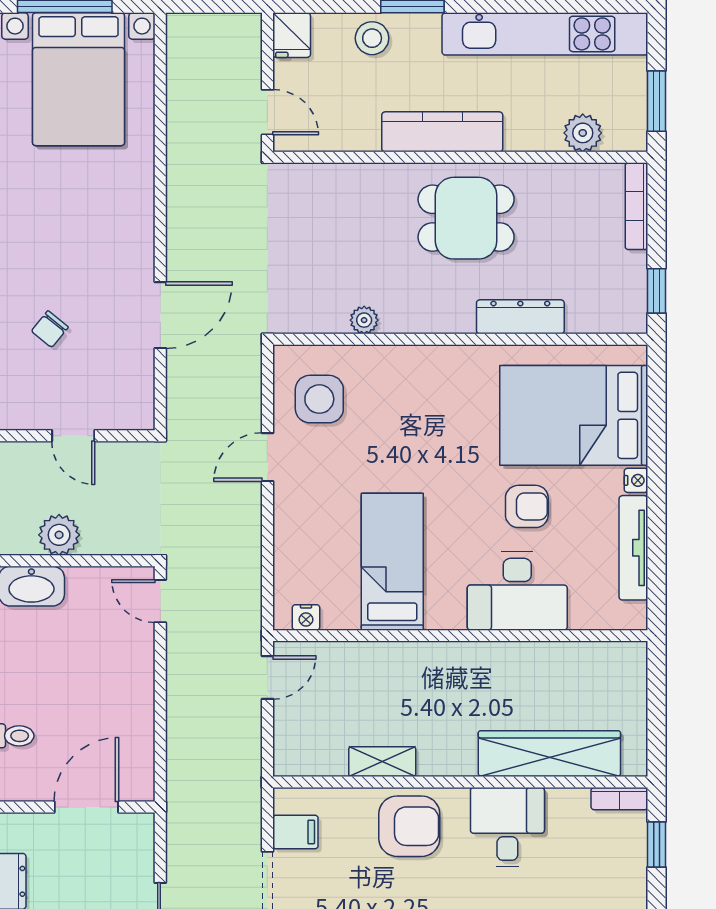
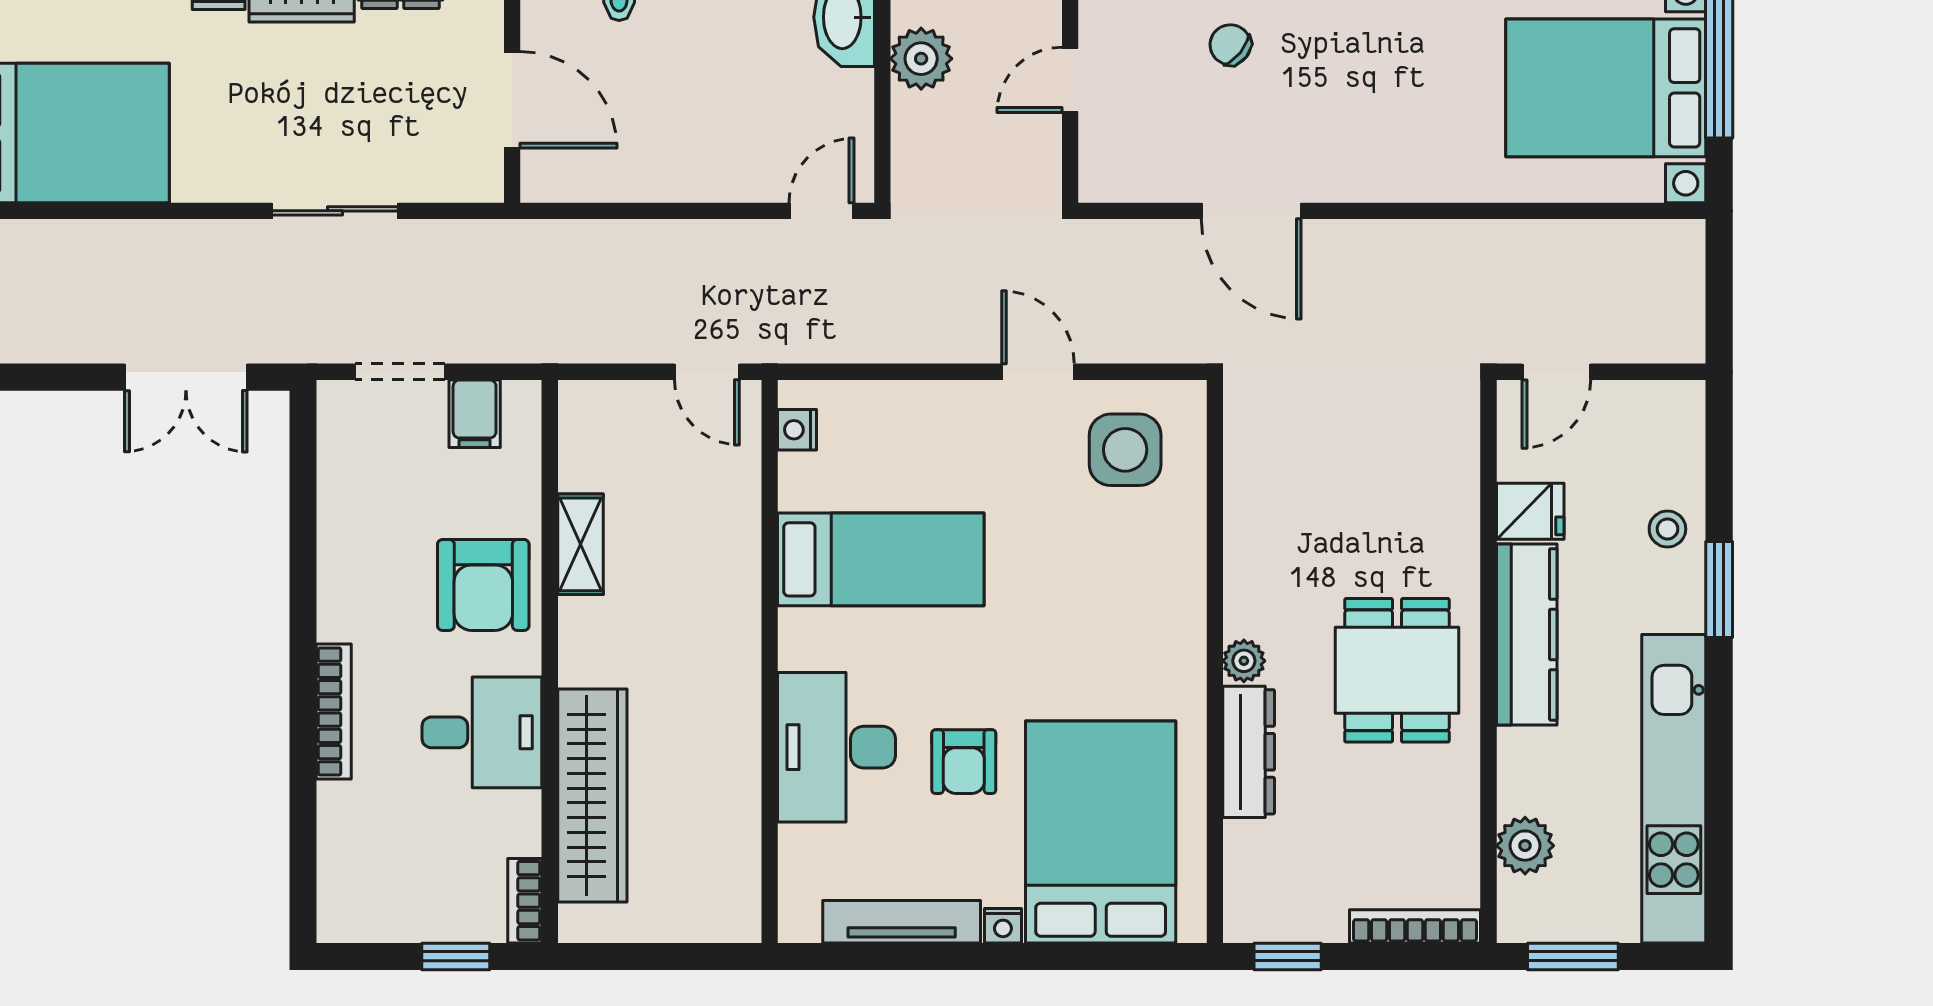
fridge: (292, 35) -> (1530, 511), moved, turned 180
stool: (372, 38) -> (1667, 529), width x0.73, depth x0.73
plant: (364, 320) -> (1244, 661), moved

